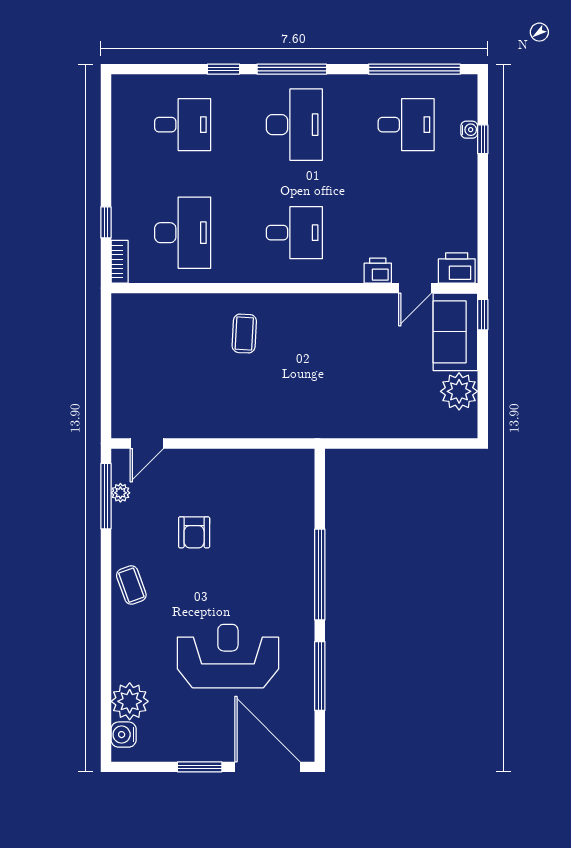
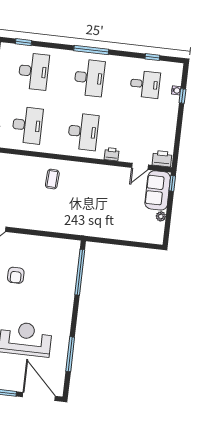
window: (224, 69) -> (23, 42), moved
window: (414, 69) -> (152, 57), width x0.32
desk: (183, 125) -> (34, 71), width x1.37
desk: (294, 233) -> (83, 132), width x1.37
printer: (378, 271) -> (112, 154), moved
plant: (459, 391) -> (161, 216), width x0.53, depth x0.53
window: (320, 574) -> (80, 272), moved

